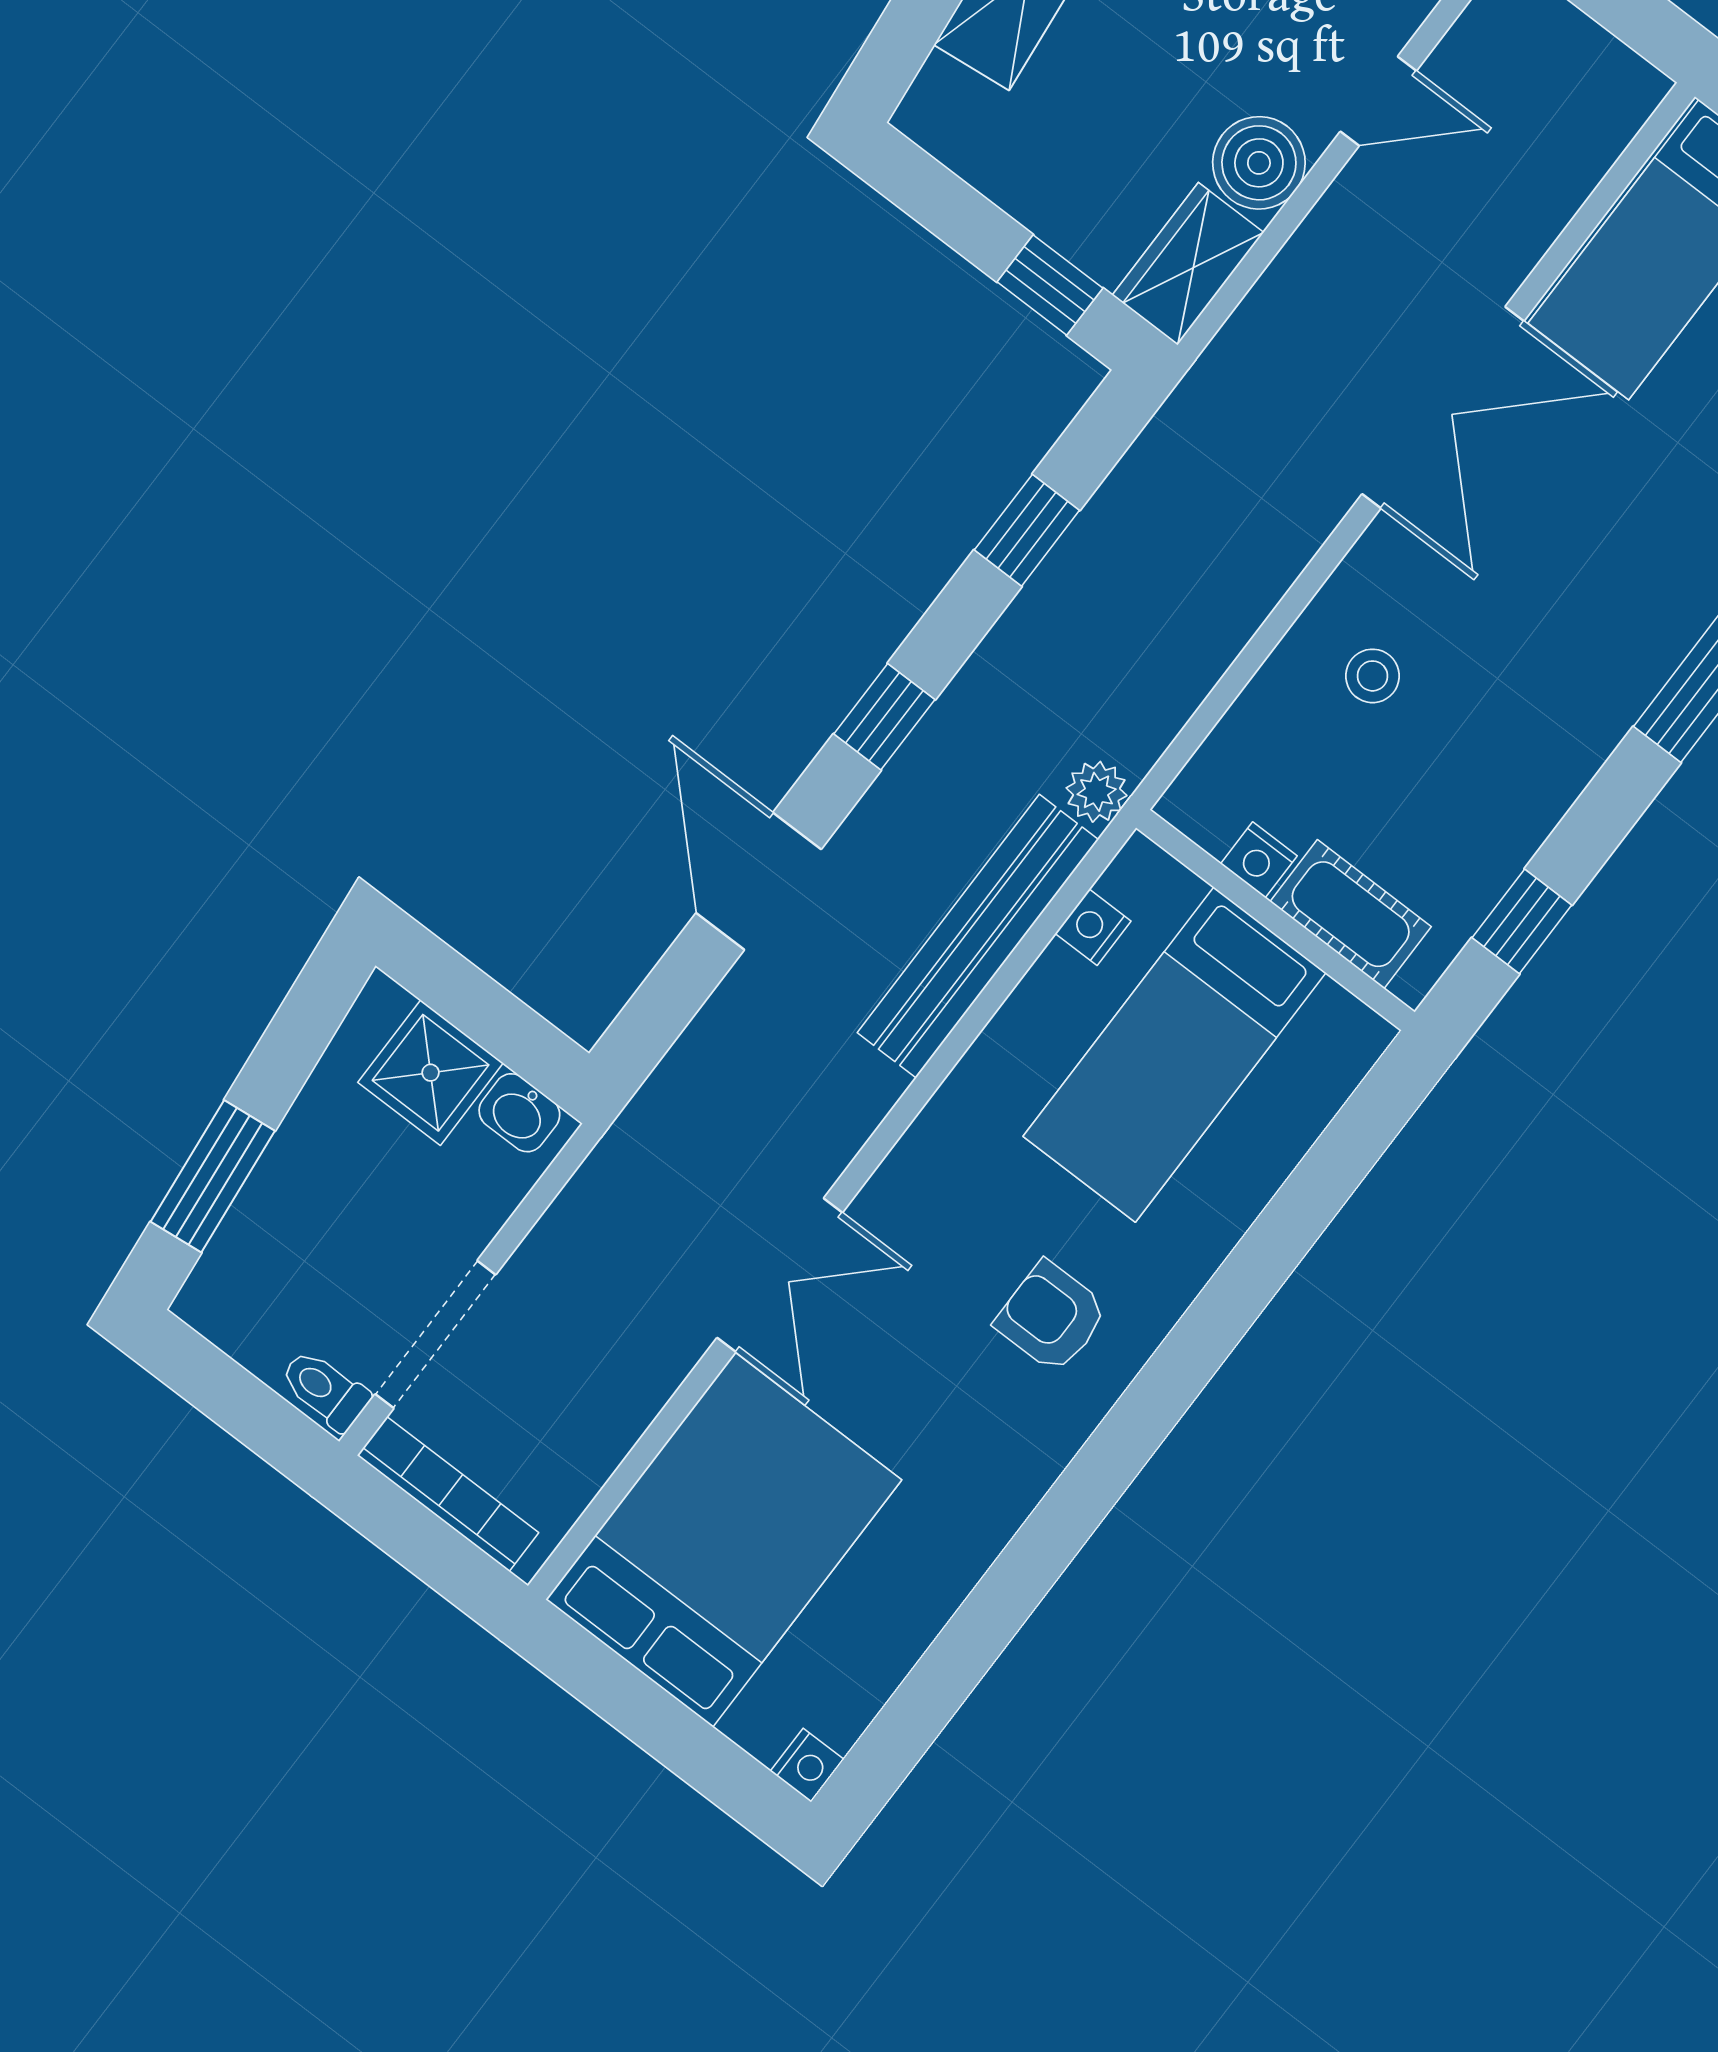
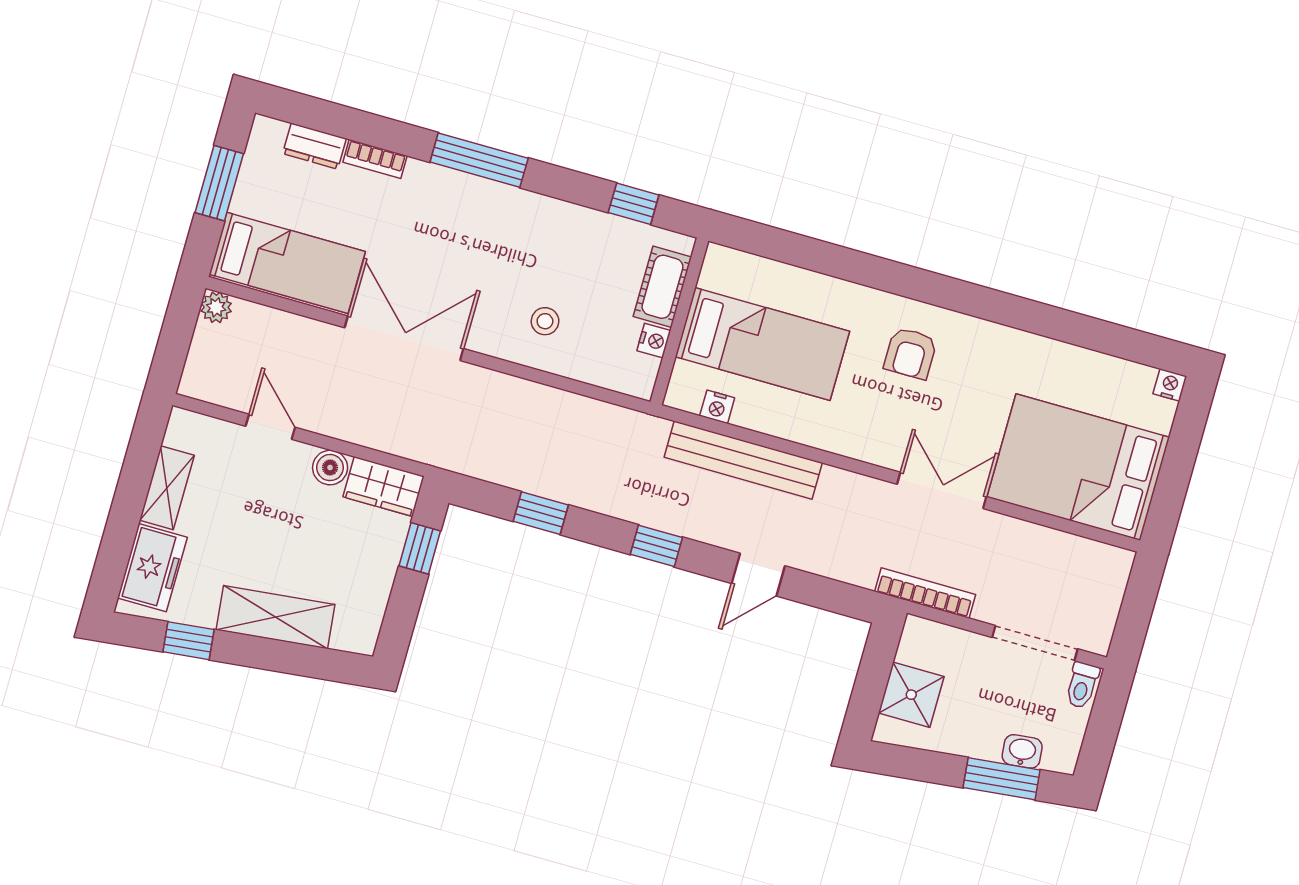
boiler: (1259, 163) -> (330, 468), width x0.73, depth x0.73
plant: (1097, 792) -> (216, 307), moved
door: (759, 881) -> (758, 575), width x0.73
washbasin: (519, 1113) -> (1022, 751), moved, turned -96
bookcase: (448, 1494) -> (925, 593), moved, turned 90

